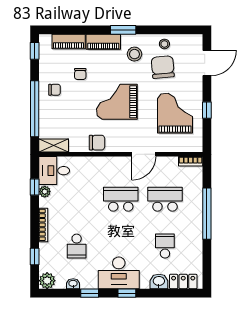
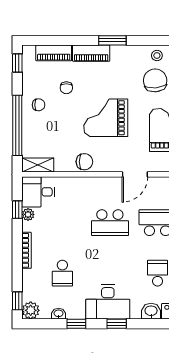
stool: (134, 54) -> (125, 66), removed
school desk: (121, 199) -> (110, 223), turned 180
window: (35, 257) -> (17, 301), moved

